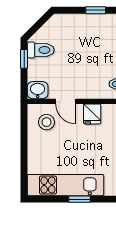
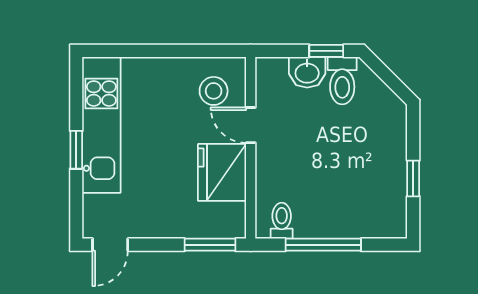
washbasin: (38, 90) -> (307, 72), moved, turned 90
door: (66, 101) -> (251, 125), hinge flipped
fridge: (92, 114) -> (222, 172), width x1.88, depth x1.34

